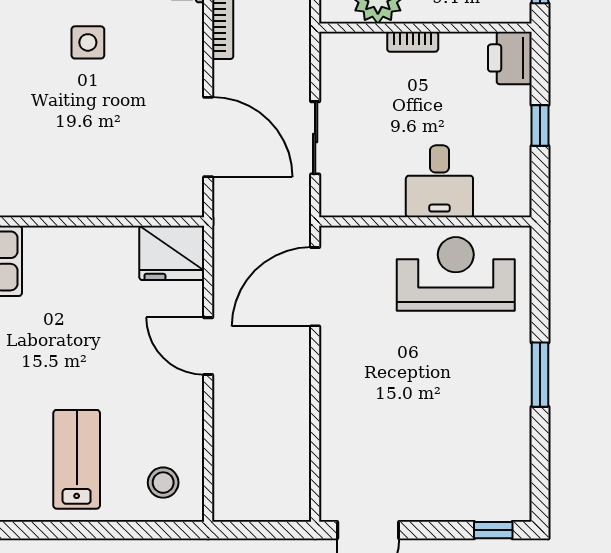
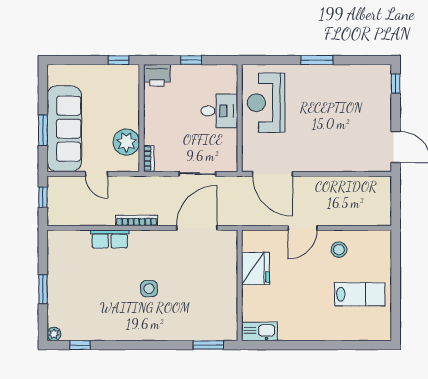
bookcase: (413, 42) -> (149, 158), moved
fridge: (172, 253) -> (255, 268), moved
lab bench: (77, 459) -> (360, 294), turned 180
stool: (163, 483) -> (339, 250), moved

